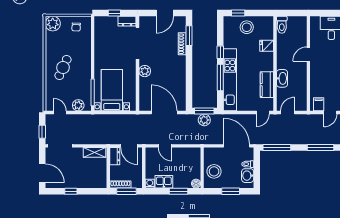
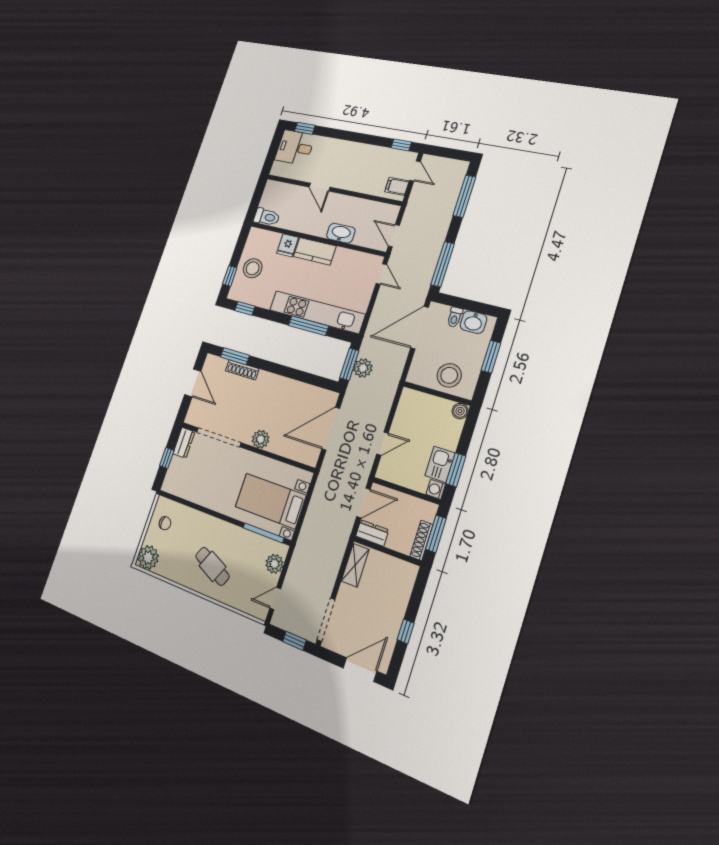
window: (220, 52) -> (245, 308), moved
kitchen counter: (267, 85) -> (315, 251), moved
window: (179, 191) -> (456, 470), moved

